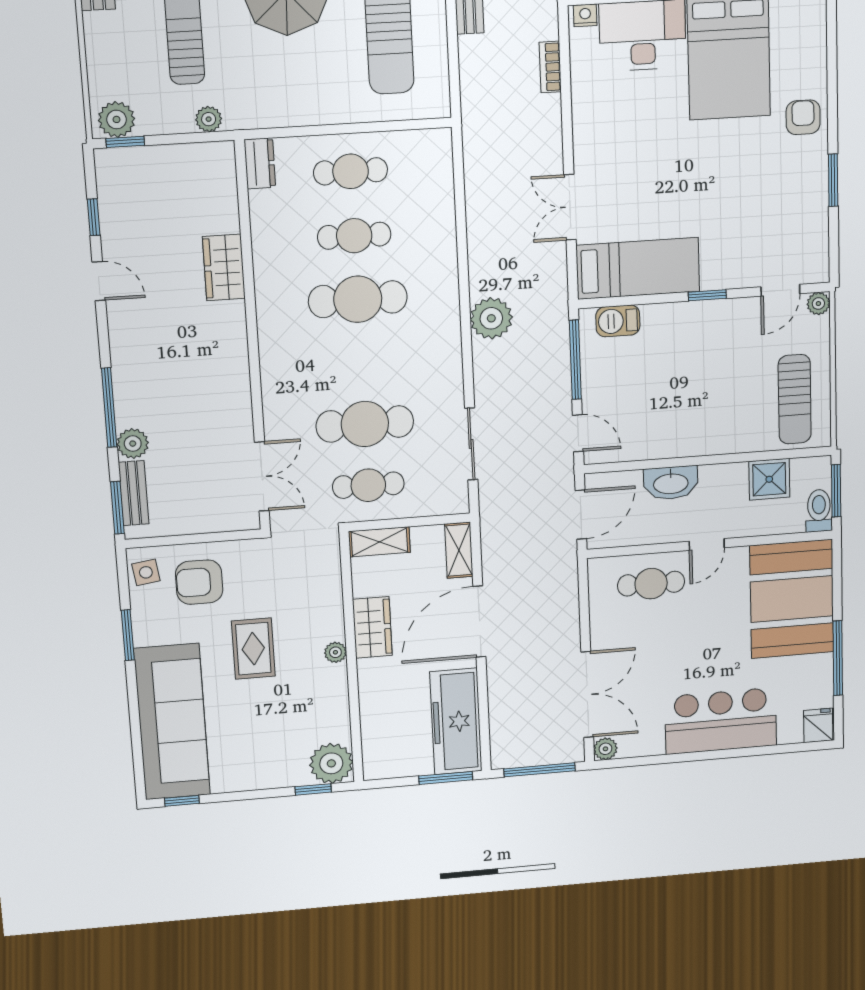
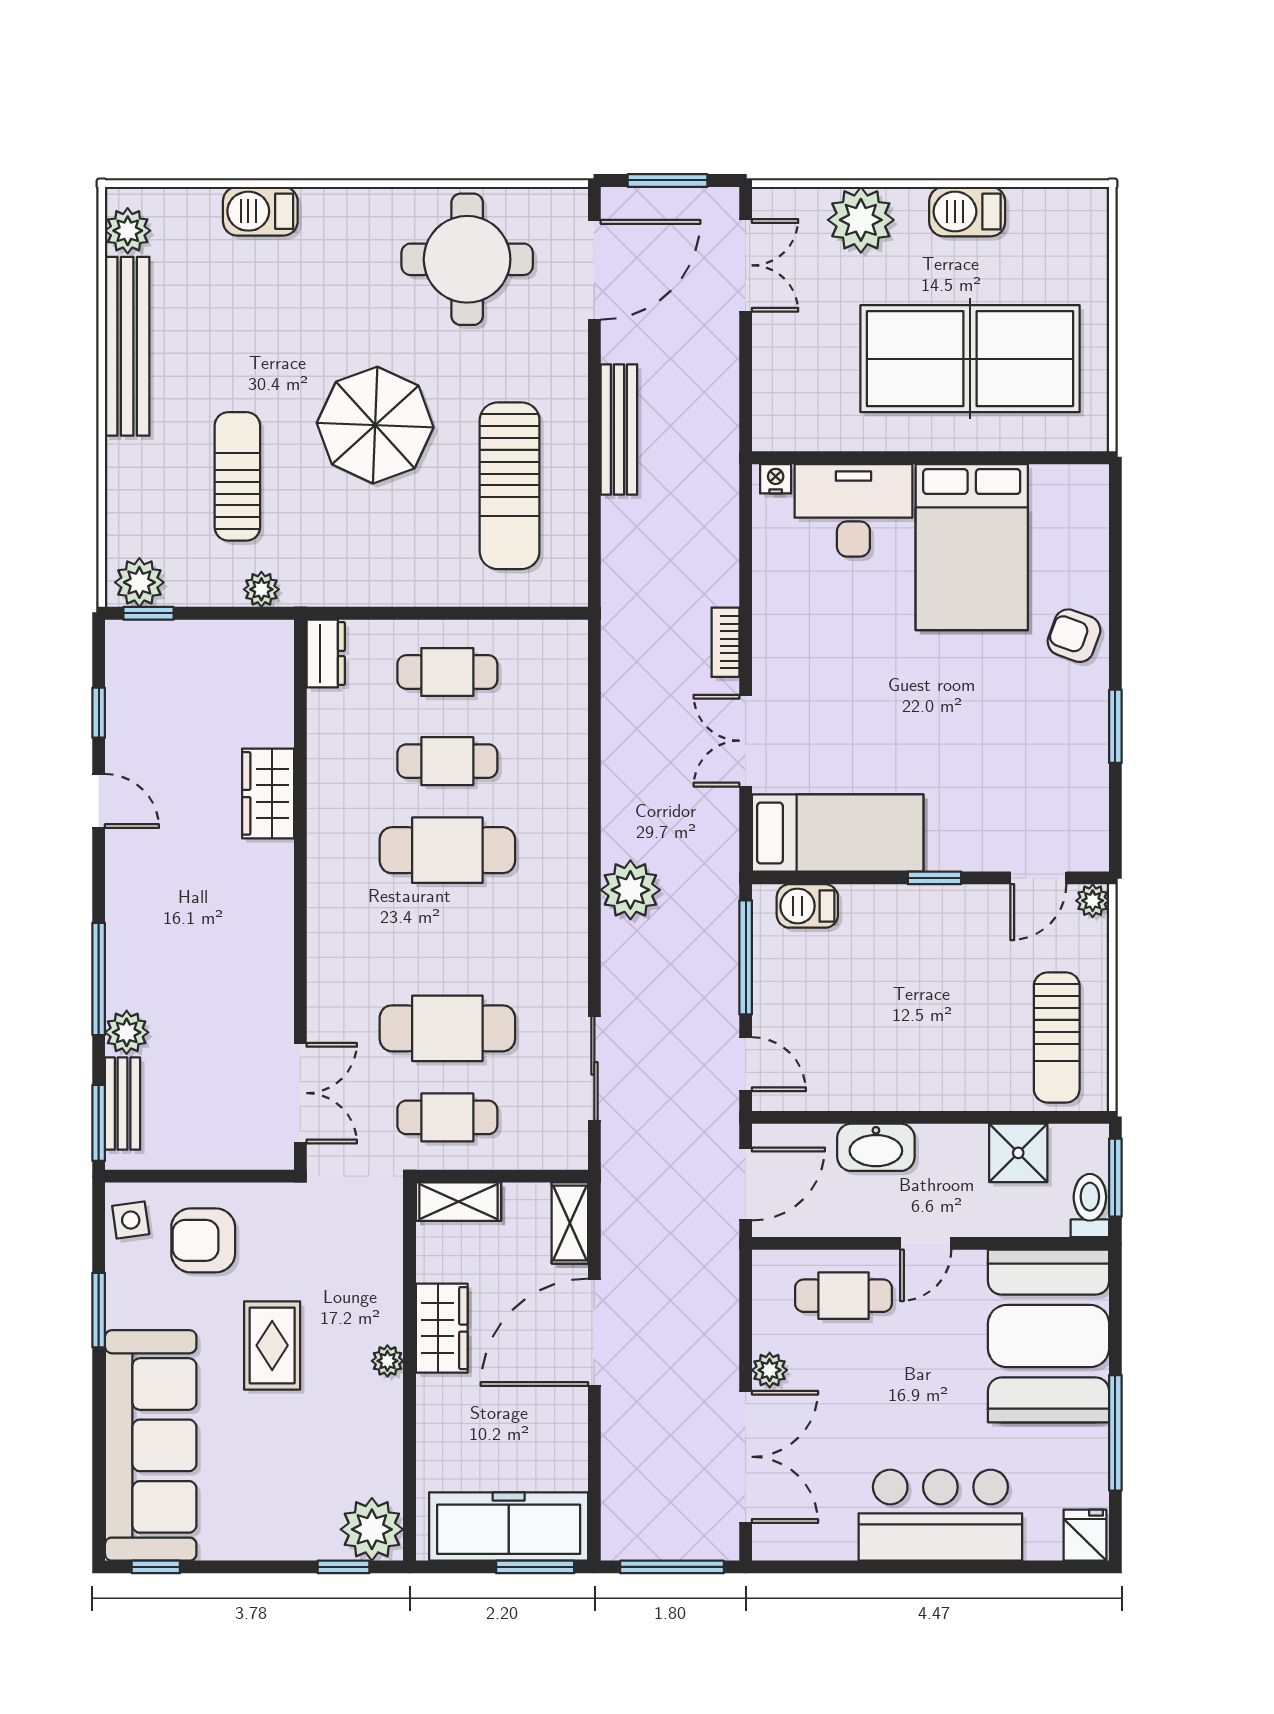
bookcase: (550, 67) -> (725, 642), moved
armchair: (803, 117) -> (1074, 636), turned -70
freezer: (456, 721) -> (509, 1526), moved, turned 90
plant: (605, 749) -> (770, 1370), moved

